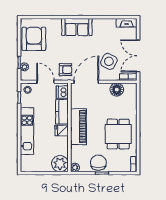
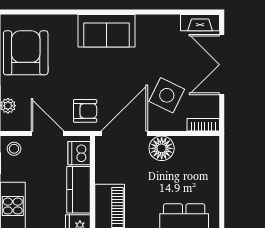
double door: (138, 56) -> (222, 65), moved
floor lamp: (117, 90) -> (162, 148), moved

